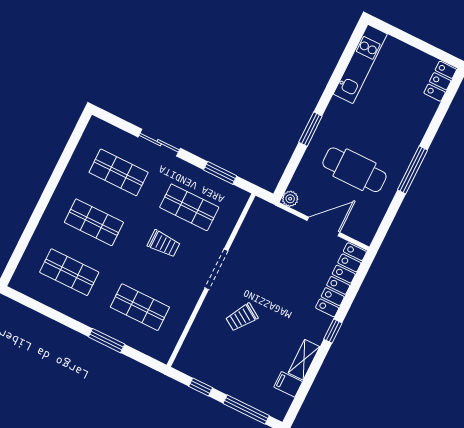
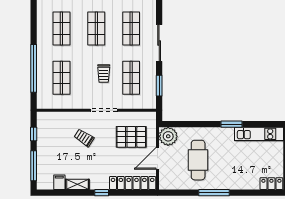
window: (310, 129) -> (231, 124), moved
sliding door: (159, 143) -> (159, 43), width x1.37
plant: (290, 199) -> (168, 136), width x1.87, depth x1.87
door: (323, 226) -> (158, 158), swing flipped
pallet: (274, 249) -> (131, 137), added
window: (107, 341) -> (34, 68), width x2.11

